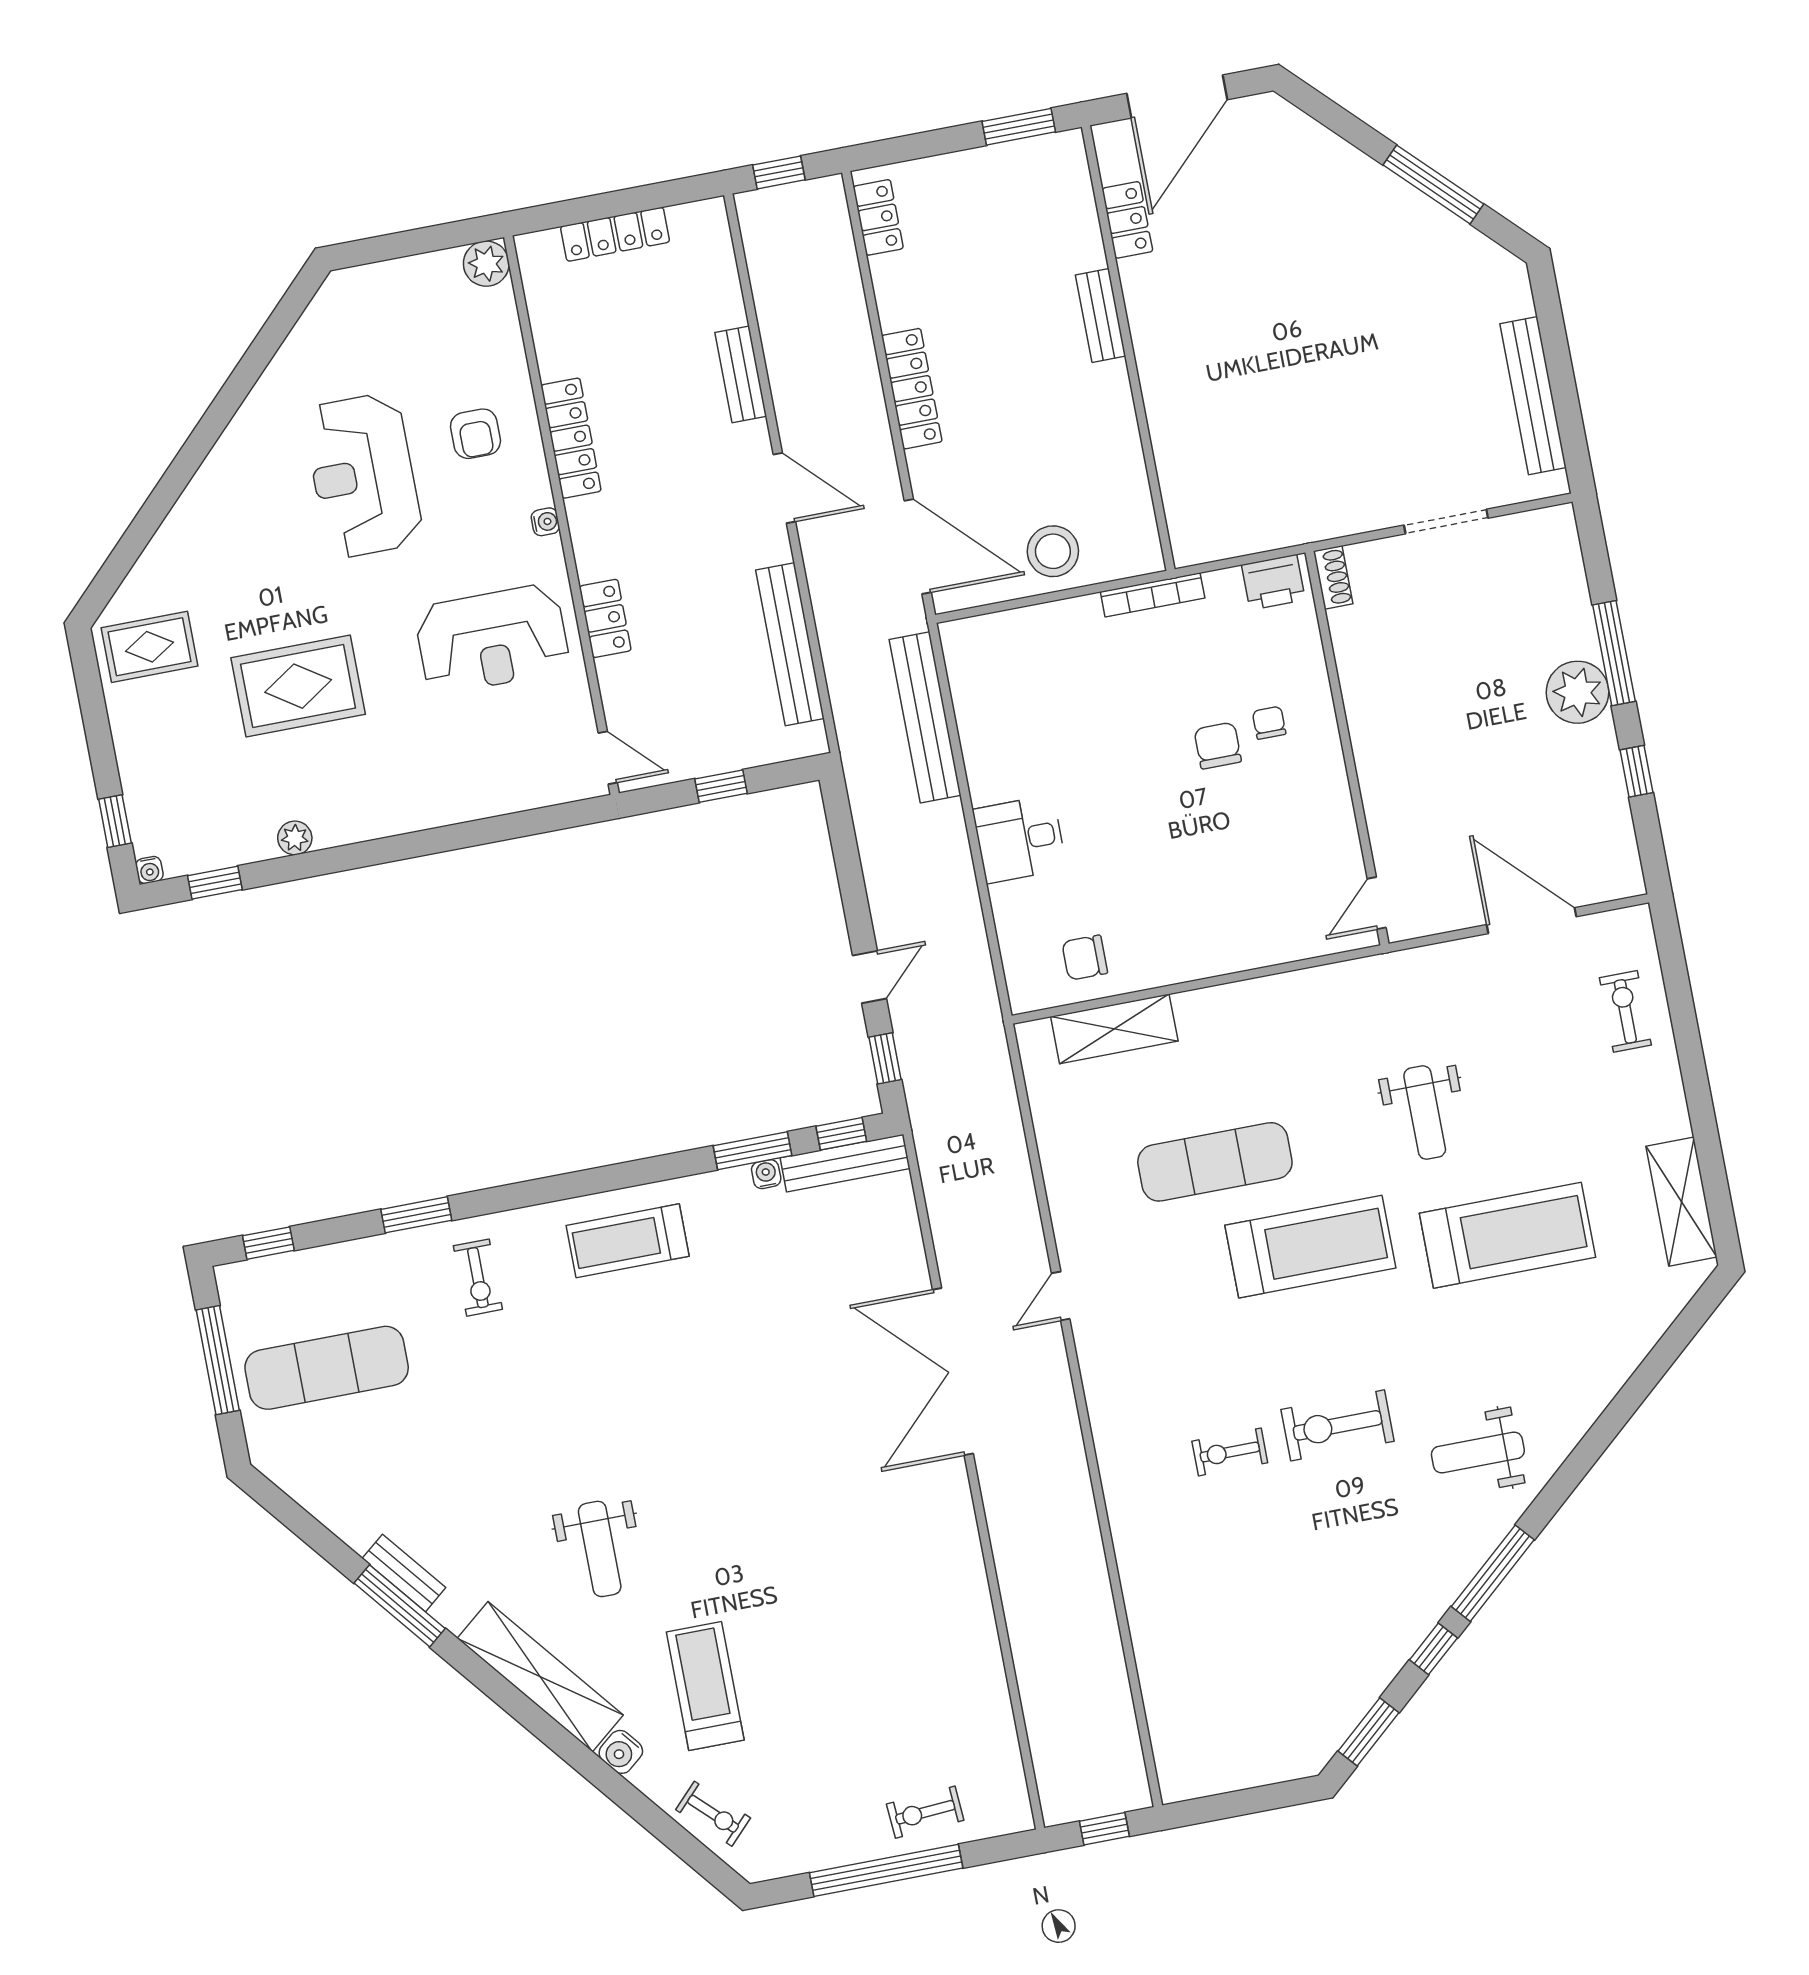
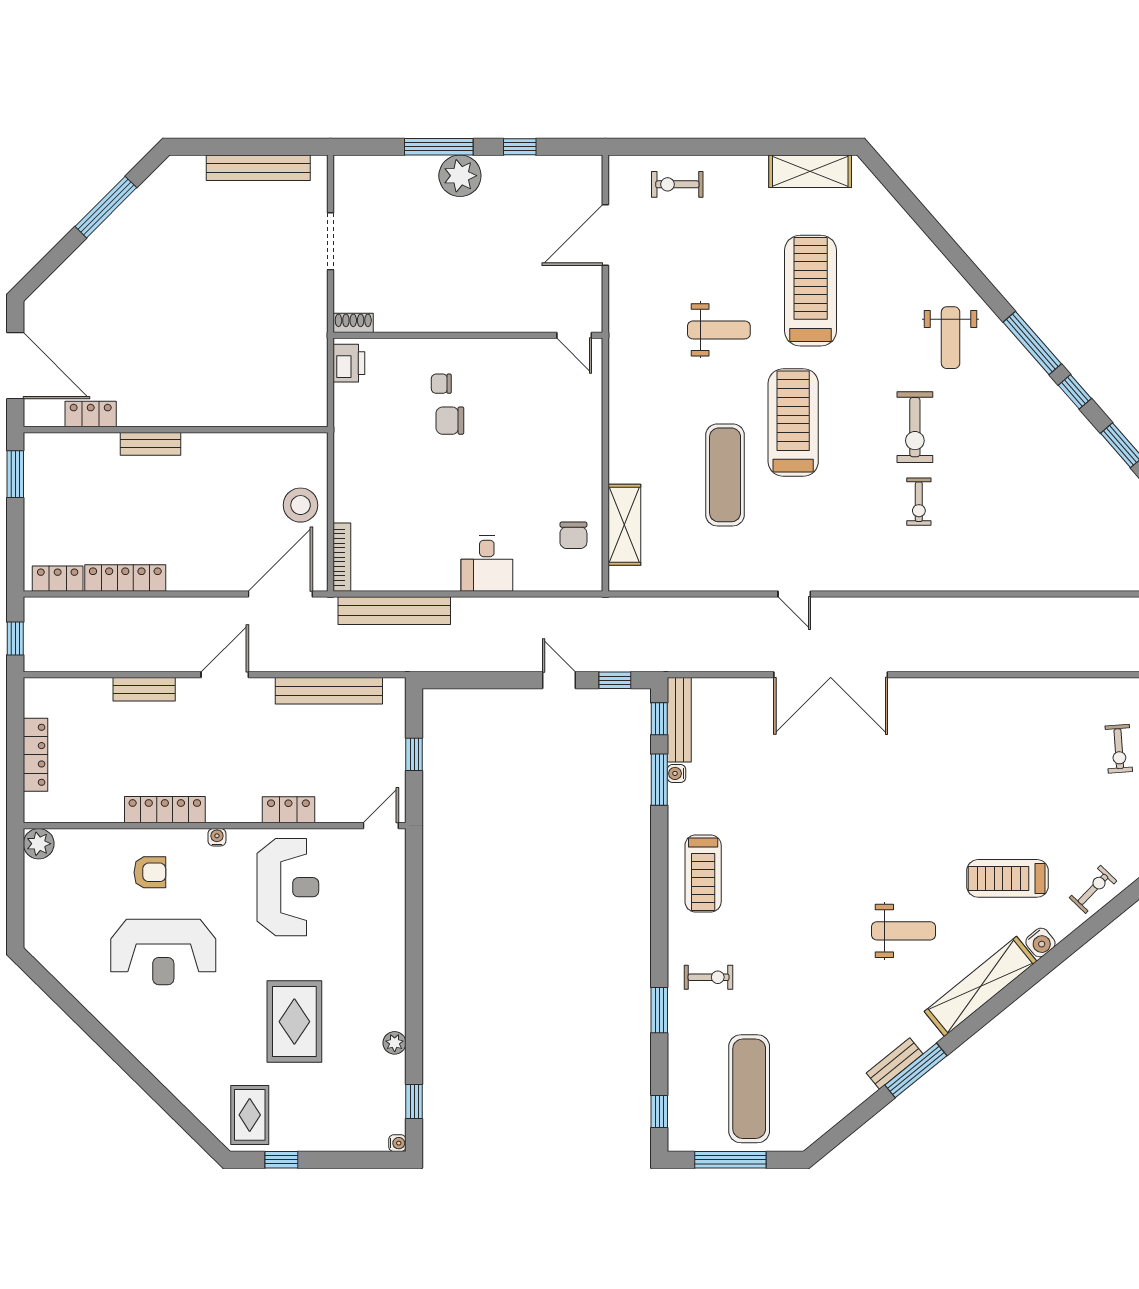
locker: (912, 389) -> (125, 578), moved
bookcase: (1153, 595) -> (342, 557), moved
window: (115, 821) -> (281, 1160), moved

